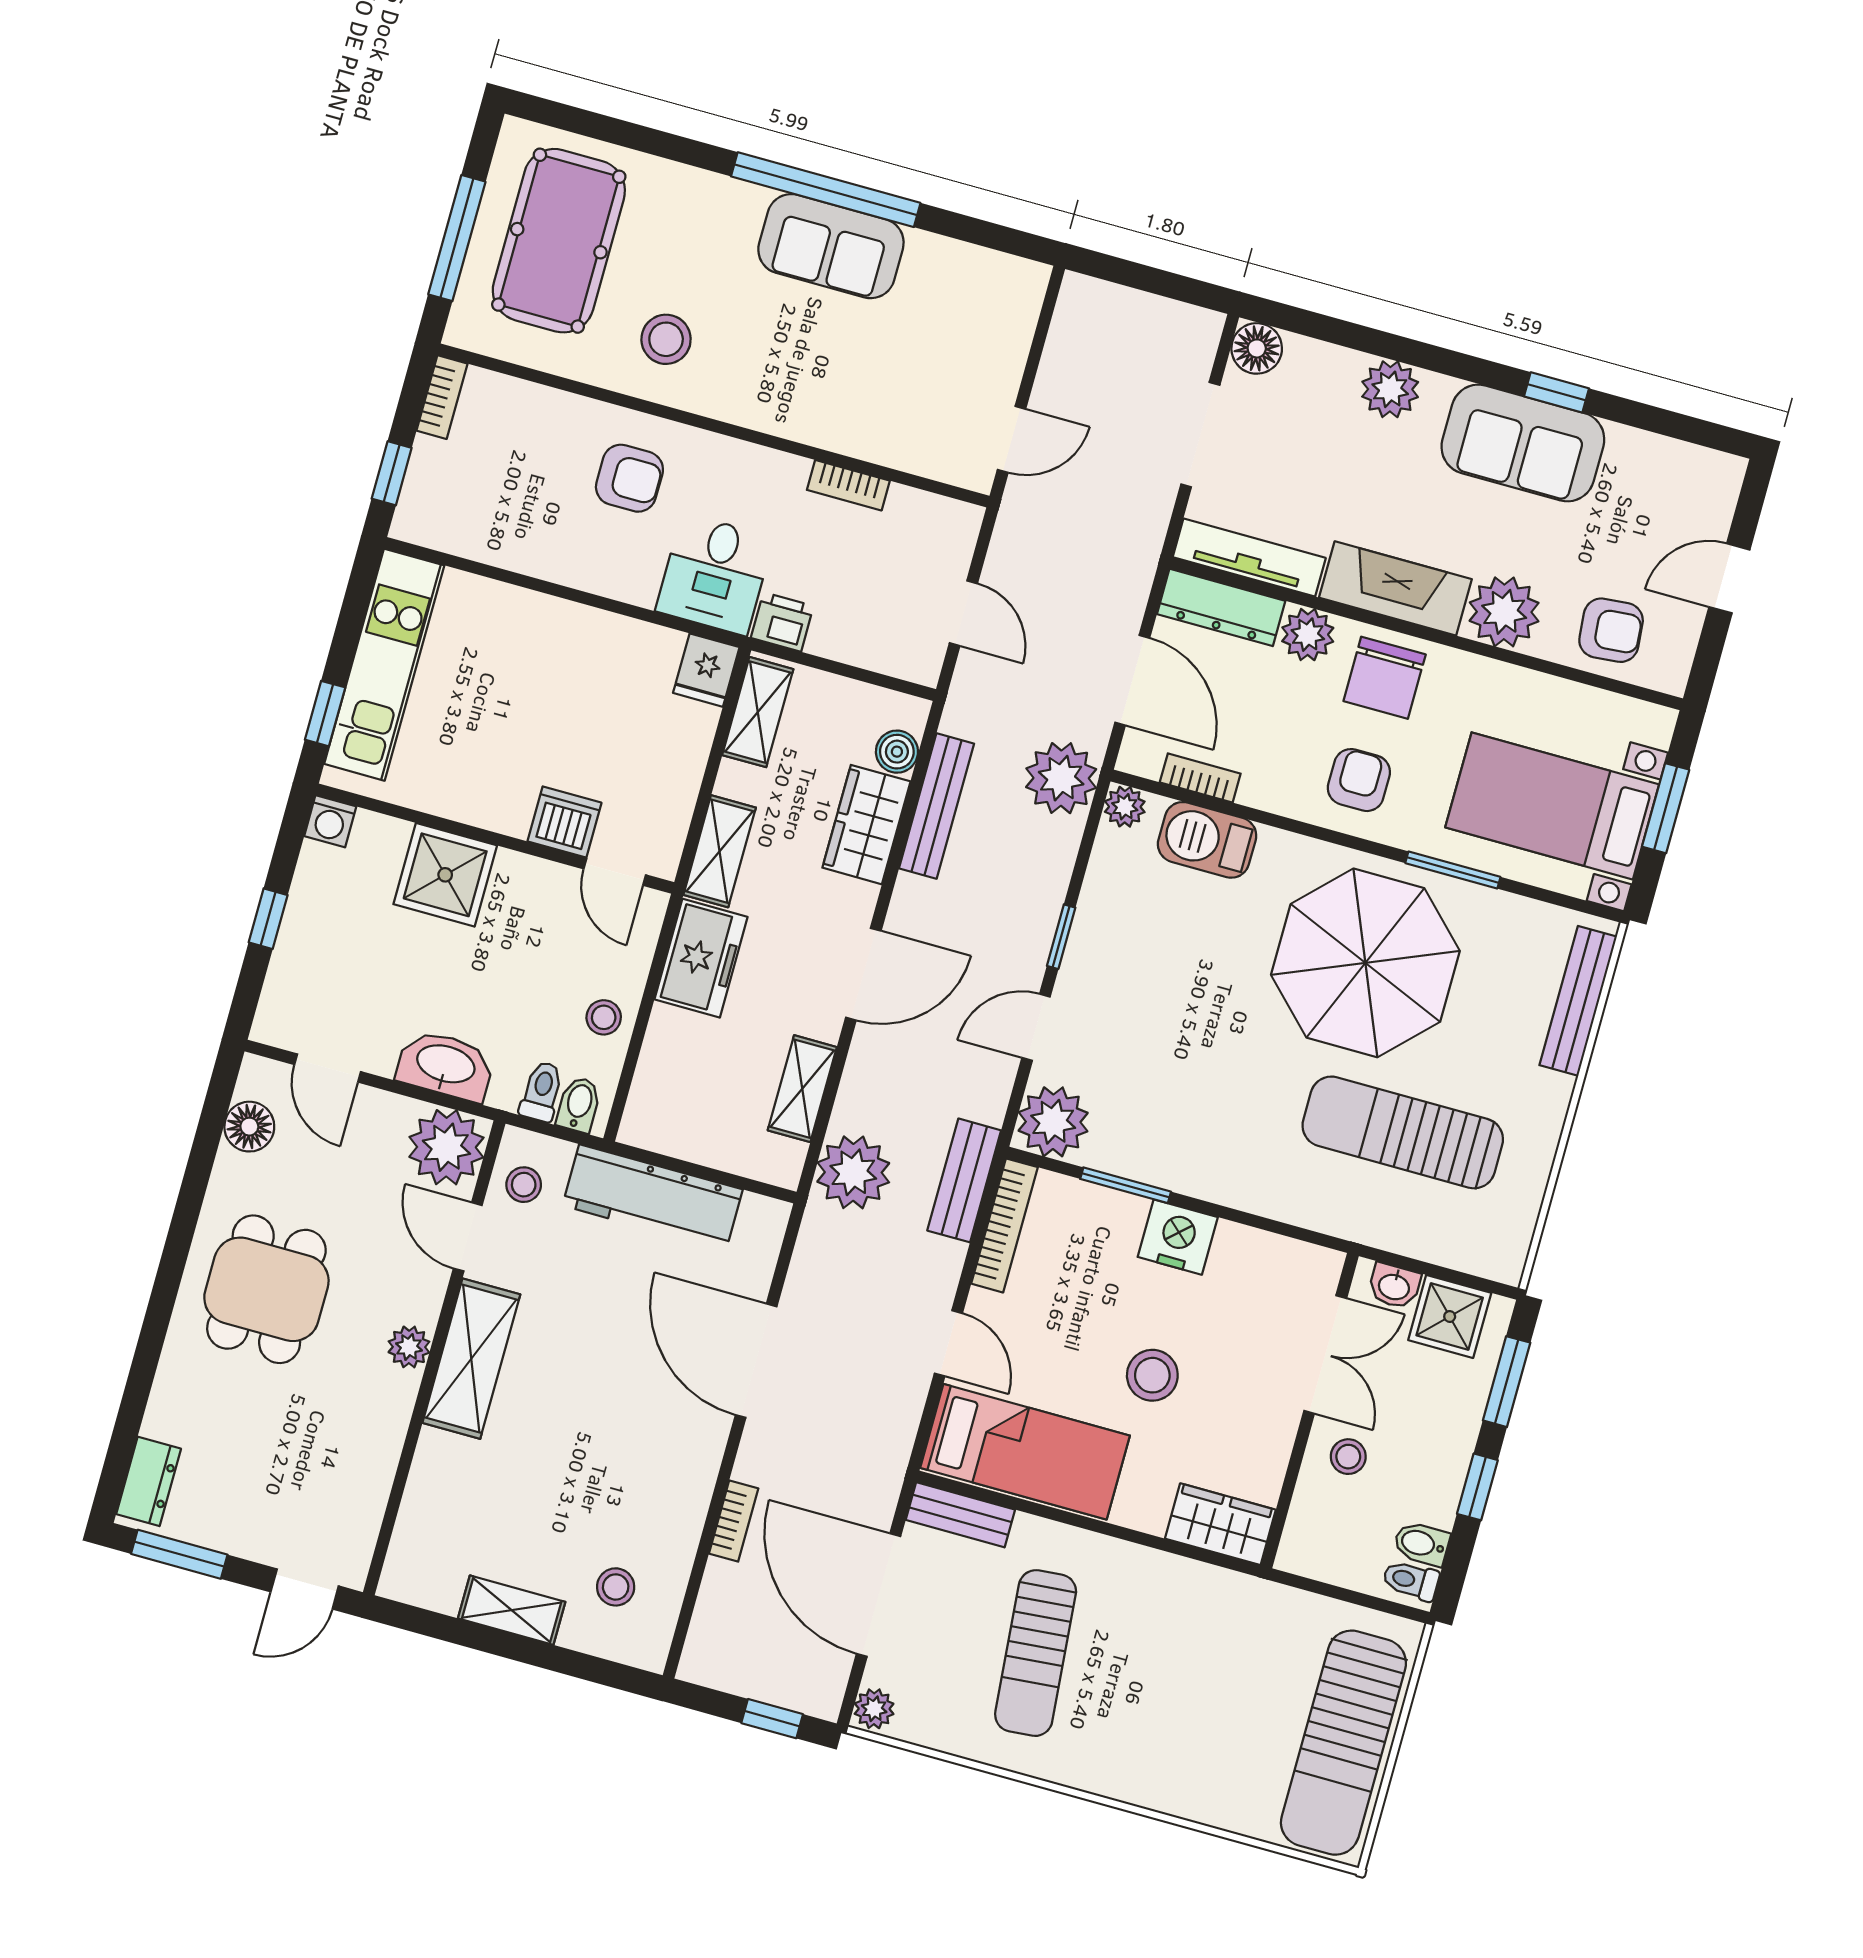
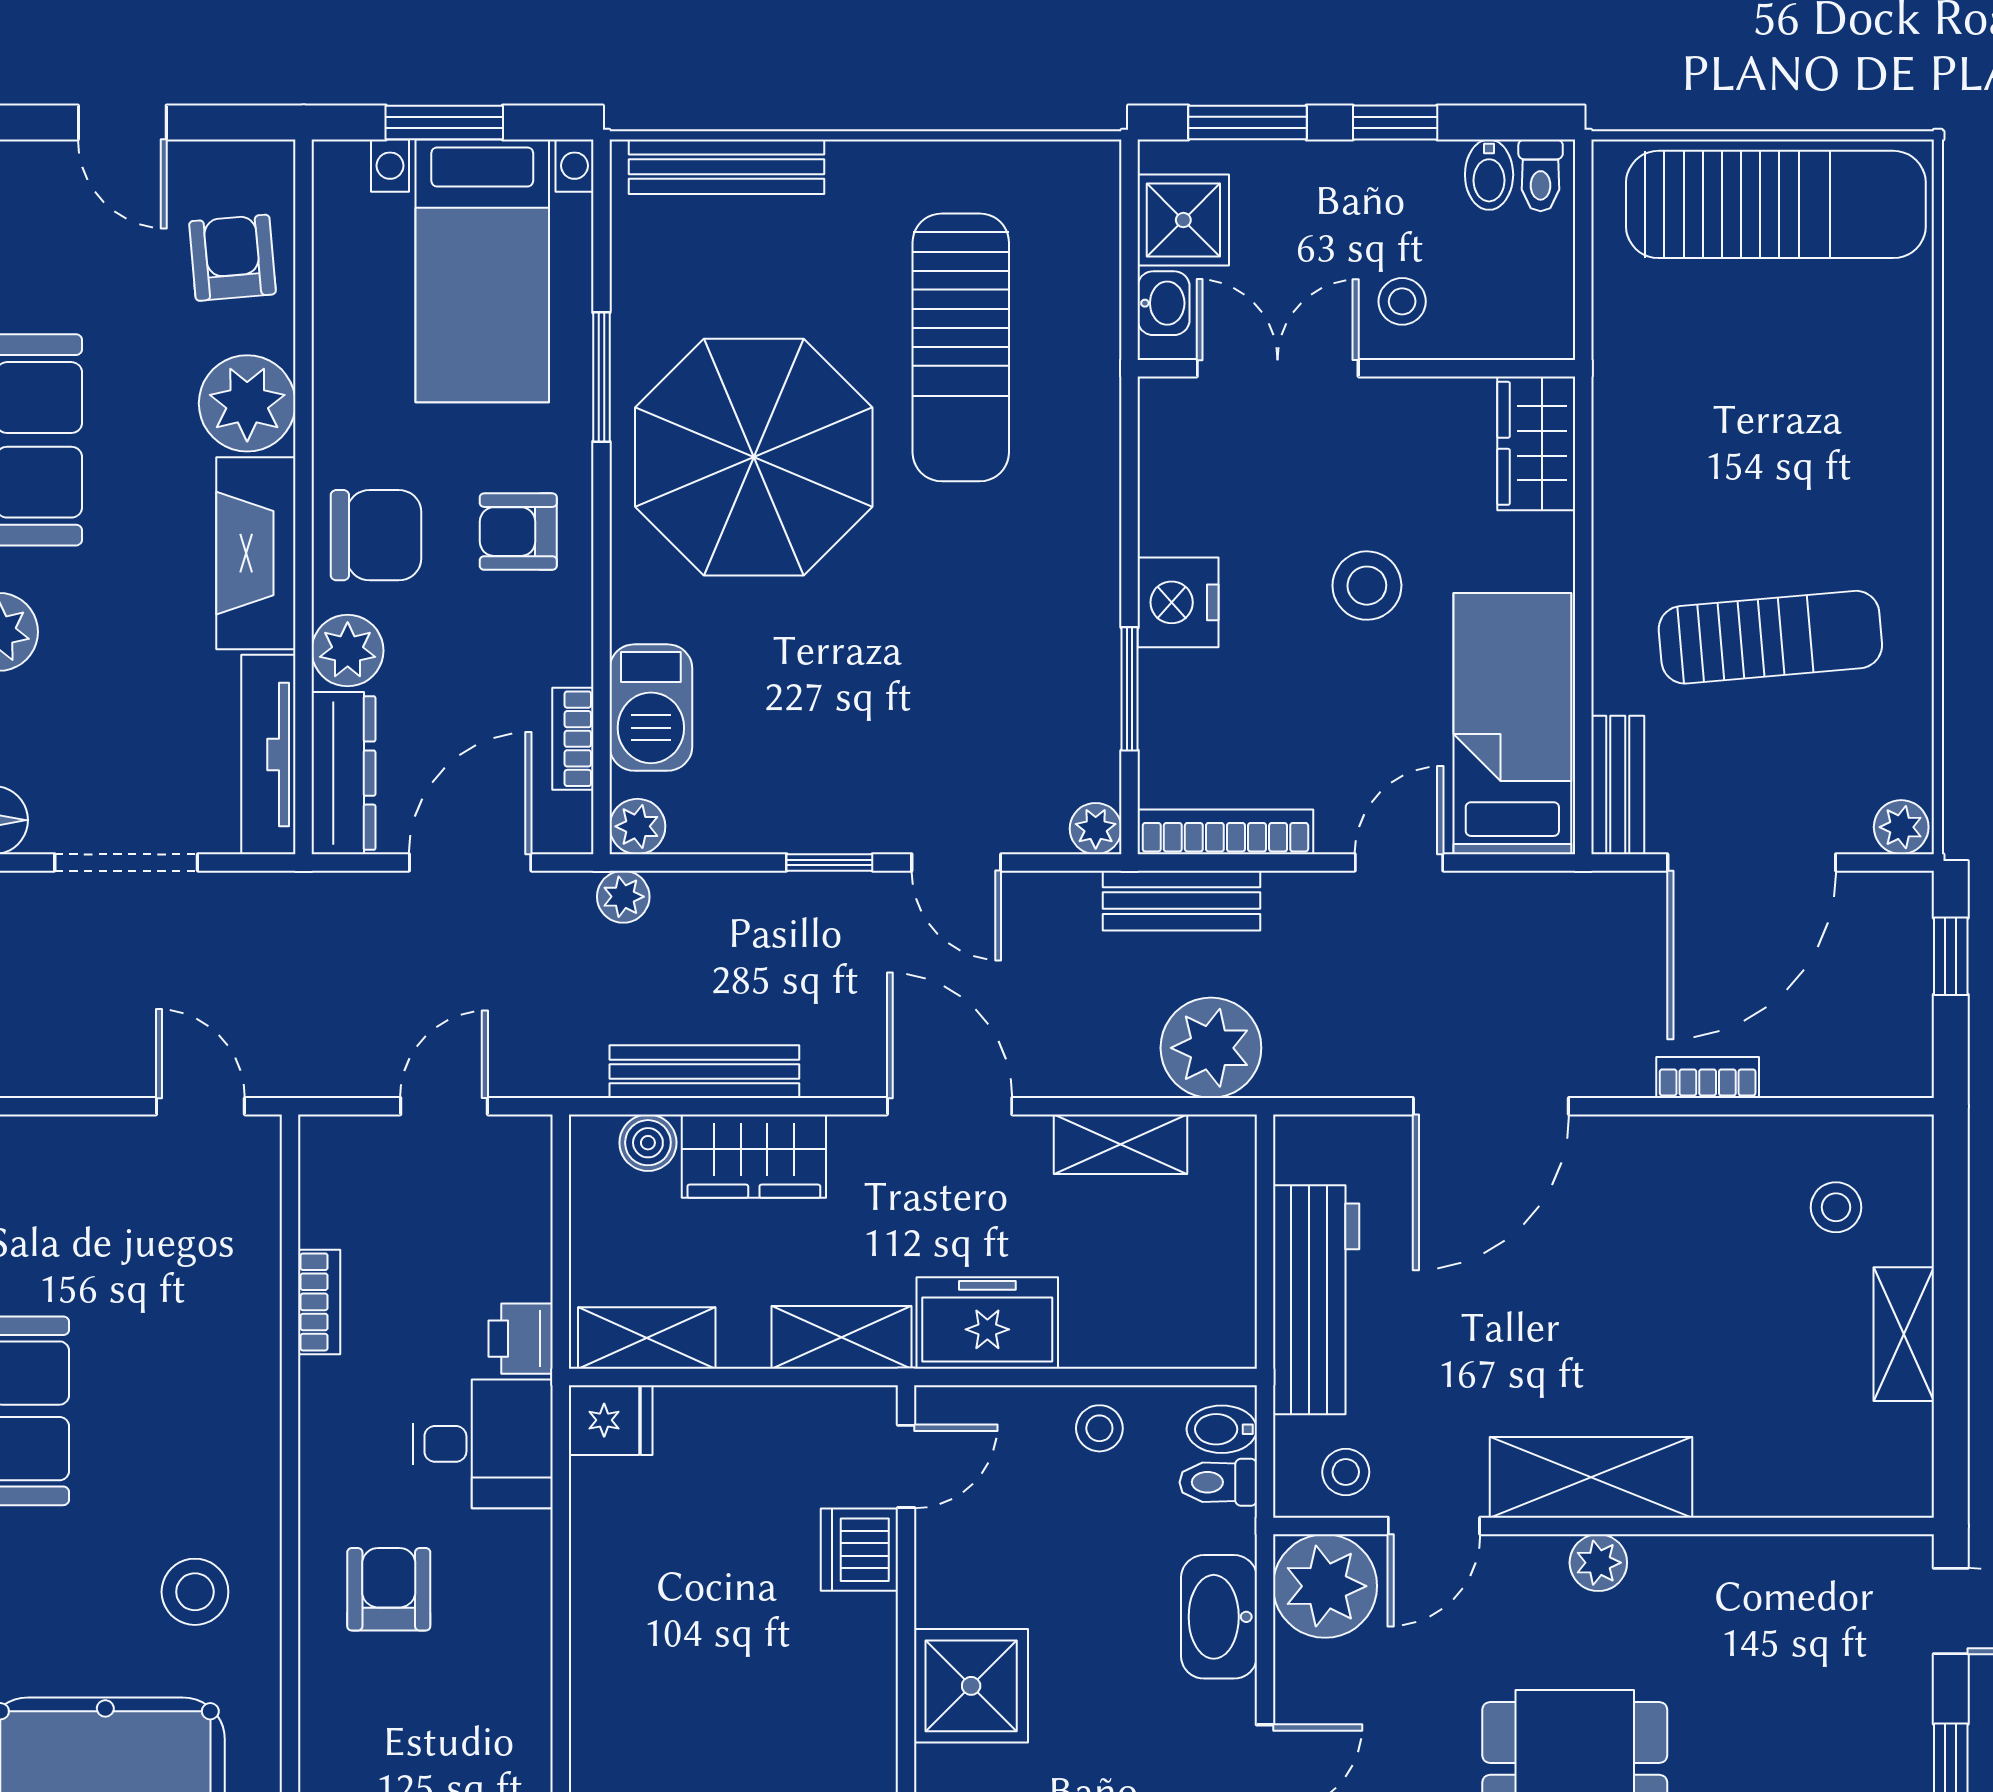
plant: (1061, 778) -> (623, 897), width x0.53, depth x0.53
plant: (1053, 1122) -> (1096, 829), width x0.53, depth x0.53

